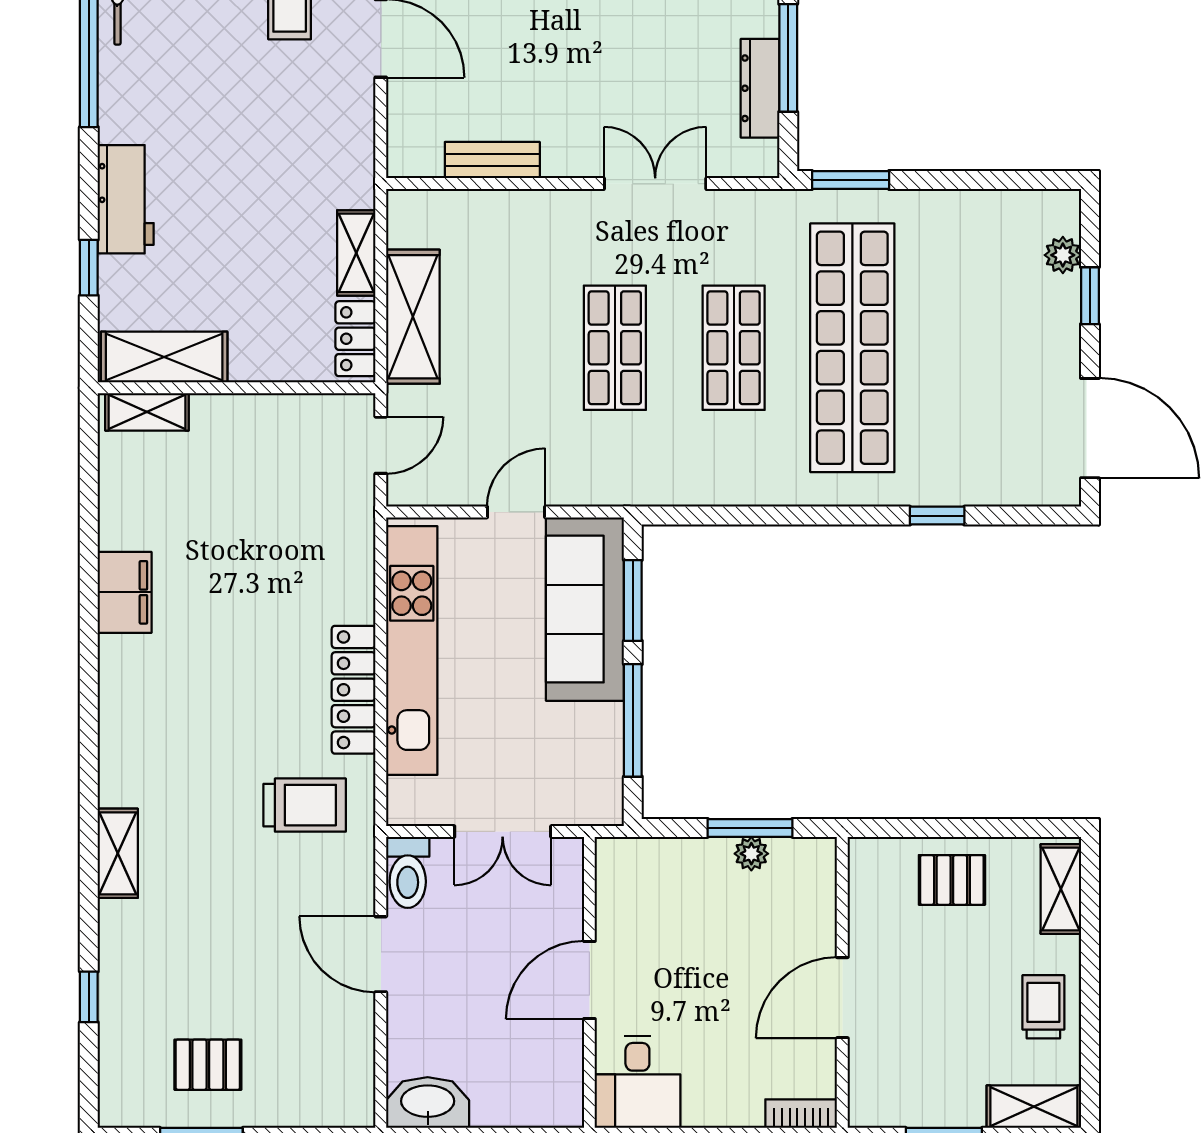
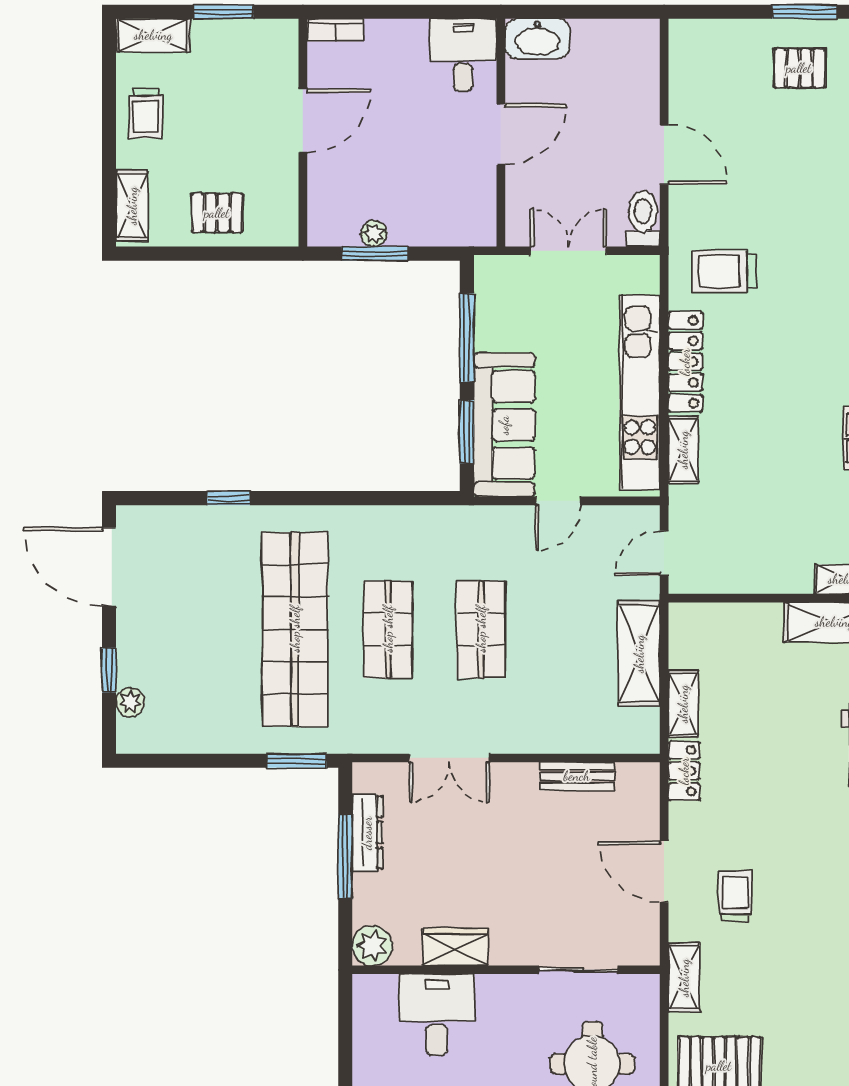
locker: (355, 339) -> (684, 771), moved
shelving: (356, 577) -> (683, 450), added
washbasin: (428, 1103) -> (537, 39), moved

